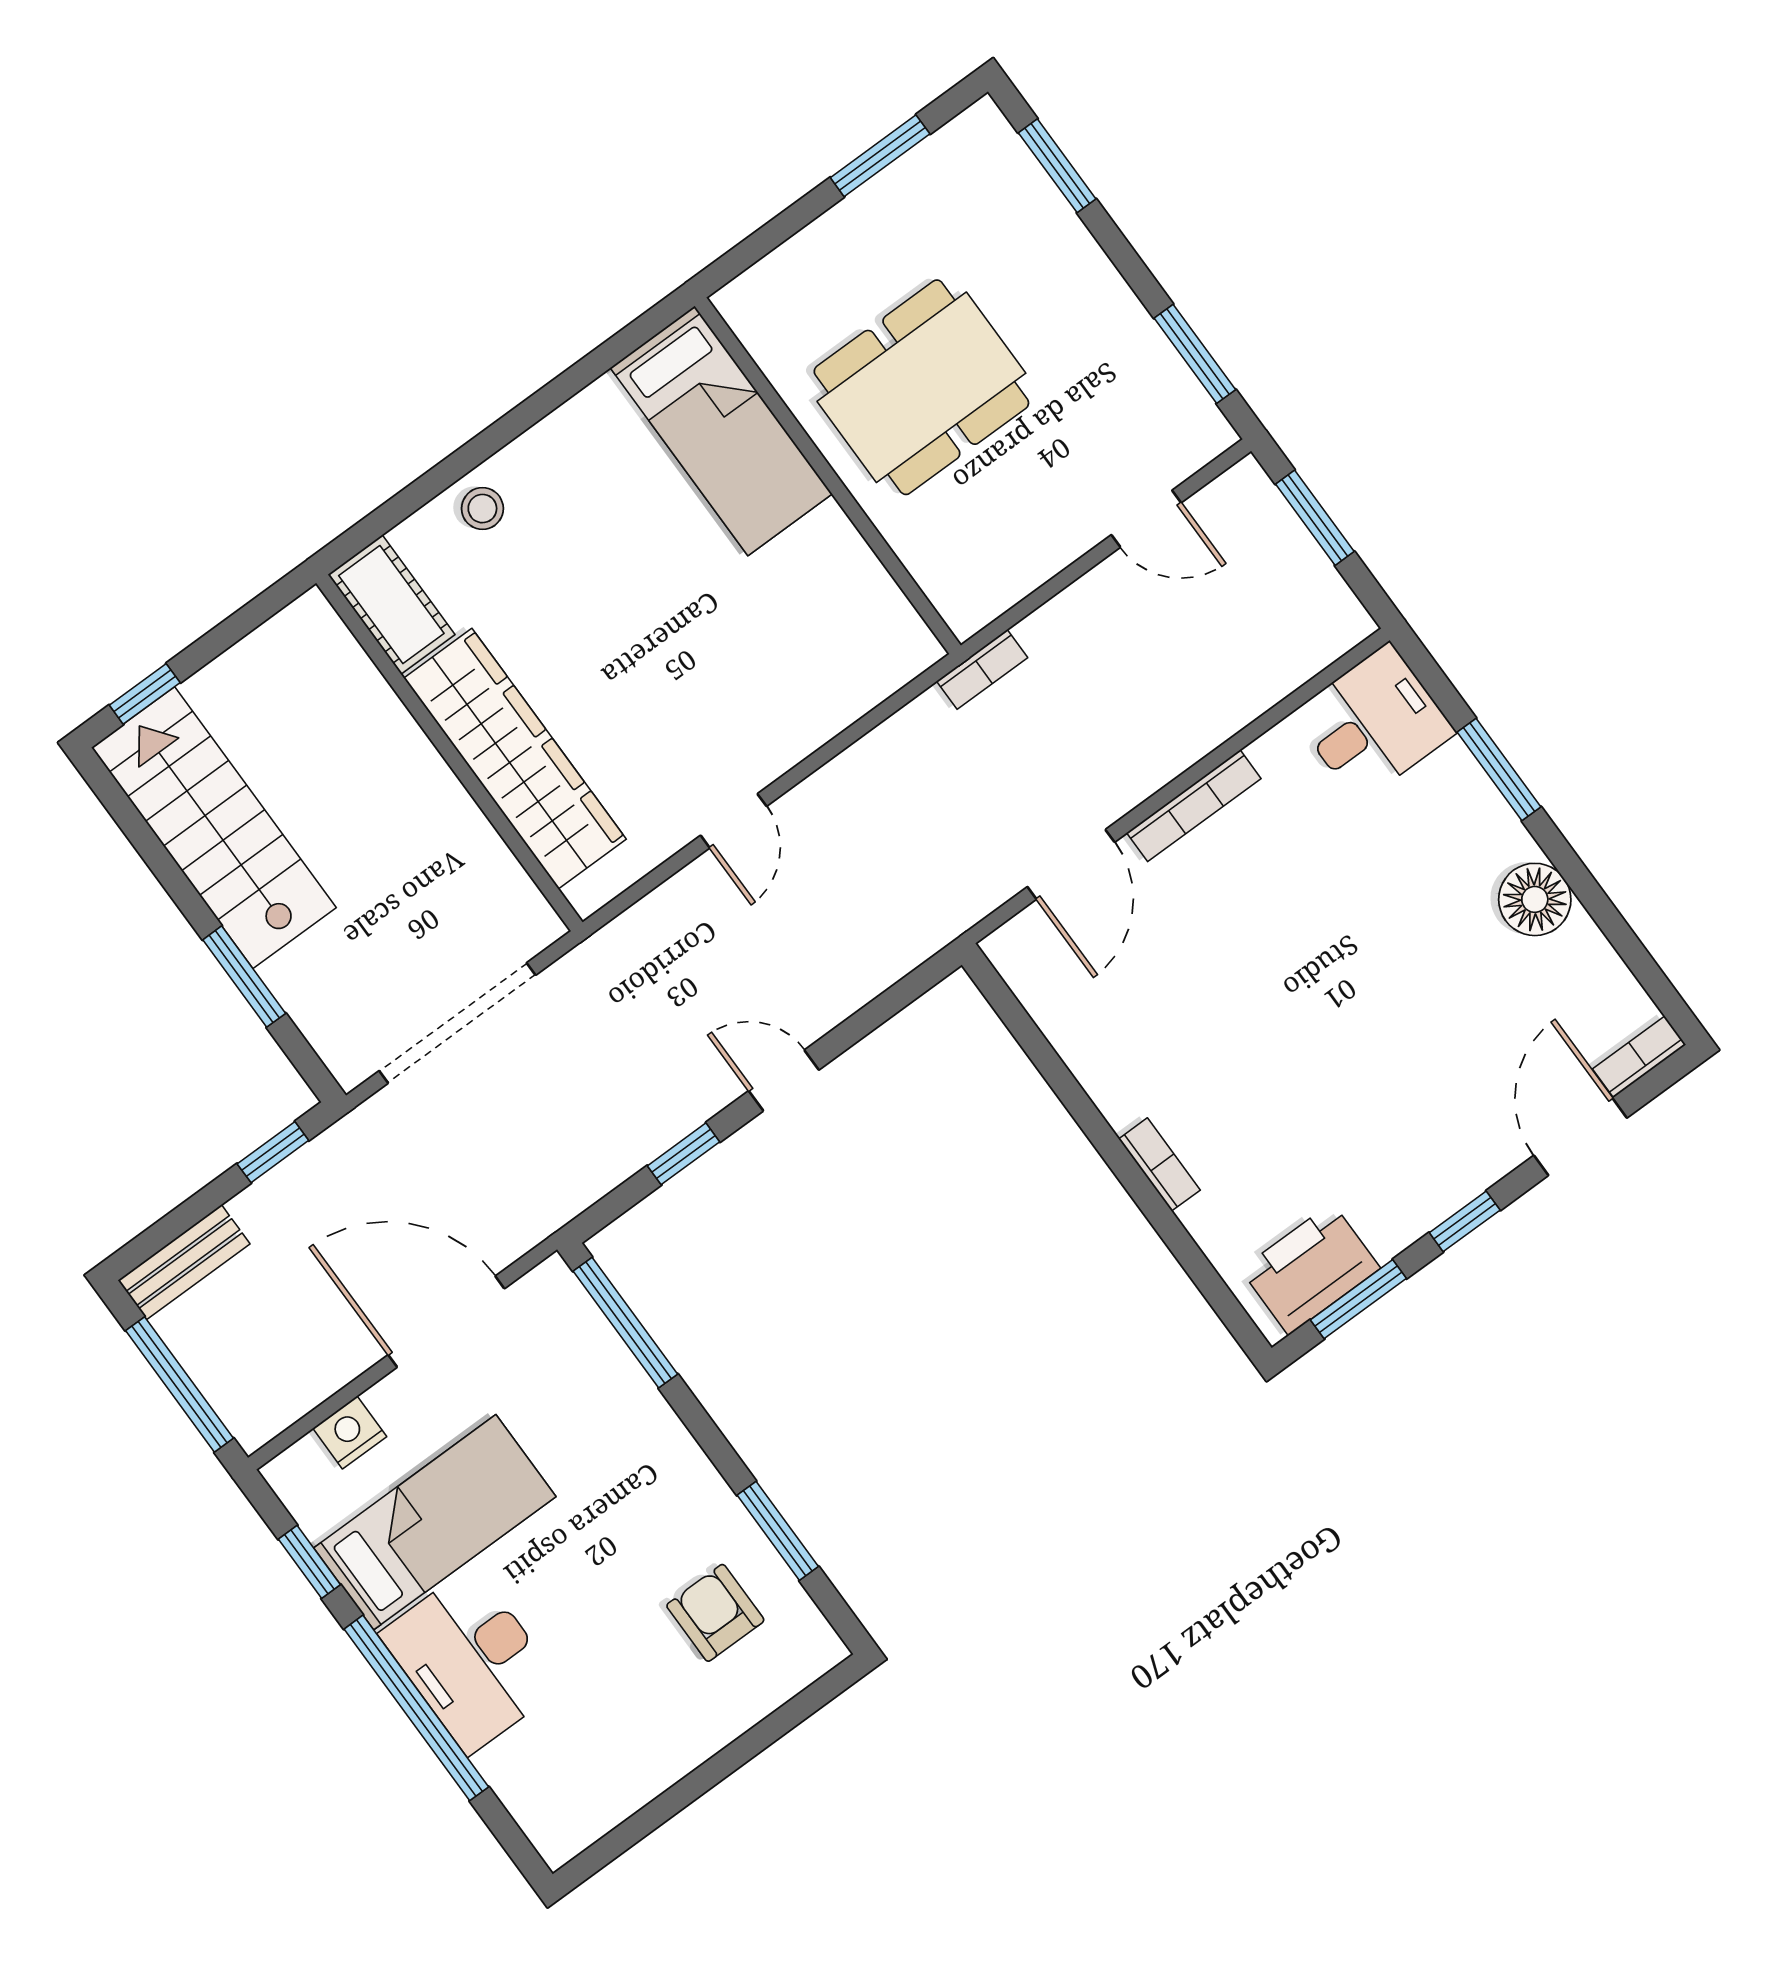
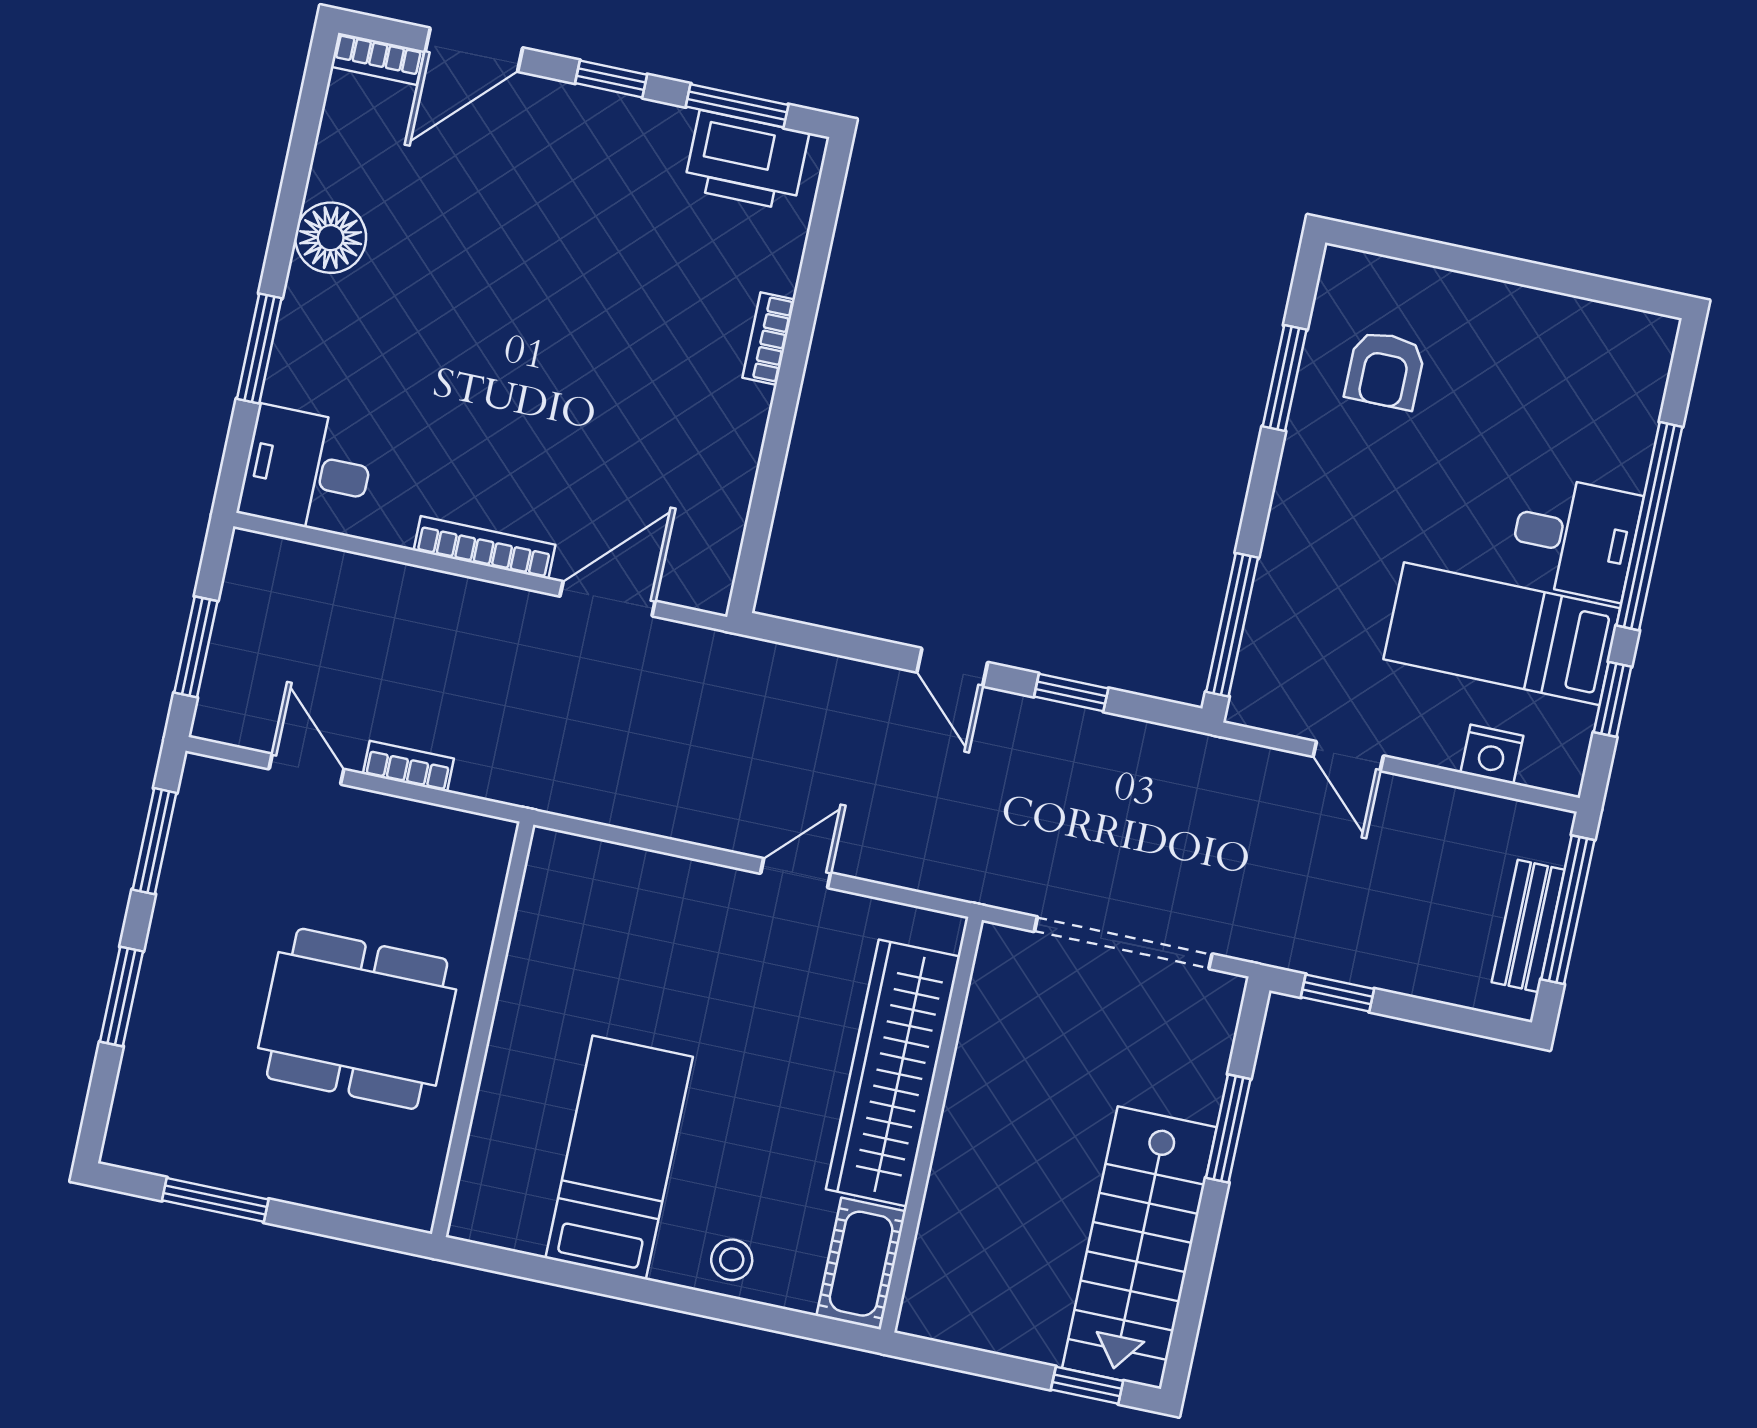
window: (1057, 166) -> (121, 997), moved
bed: (721, 431) -> (619, 1158), moved
bookcase: (982, 669) -> (408, 766), moved
bench: (184, 1262) -> (1528, 926), moved, turned 90
door: (446, 1322) -> (1348, 756), width x0.53
desk: (471, 1660) -> (1575, 538), width x0.73

